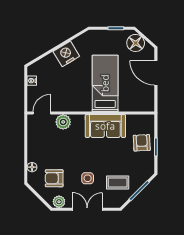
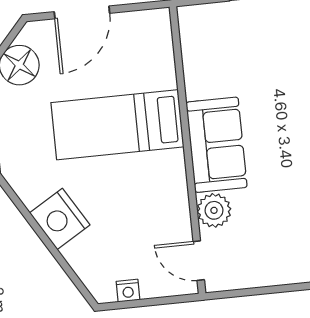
sofa: (105, 126) -> (217, 145), moved
armchair: (142, 143) -> (243, 28), removed

